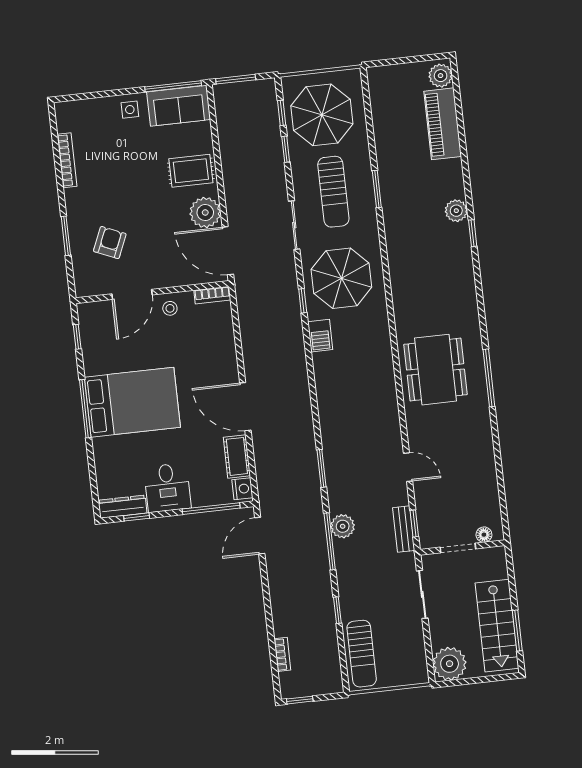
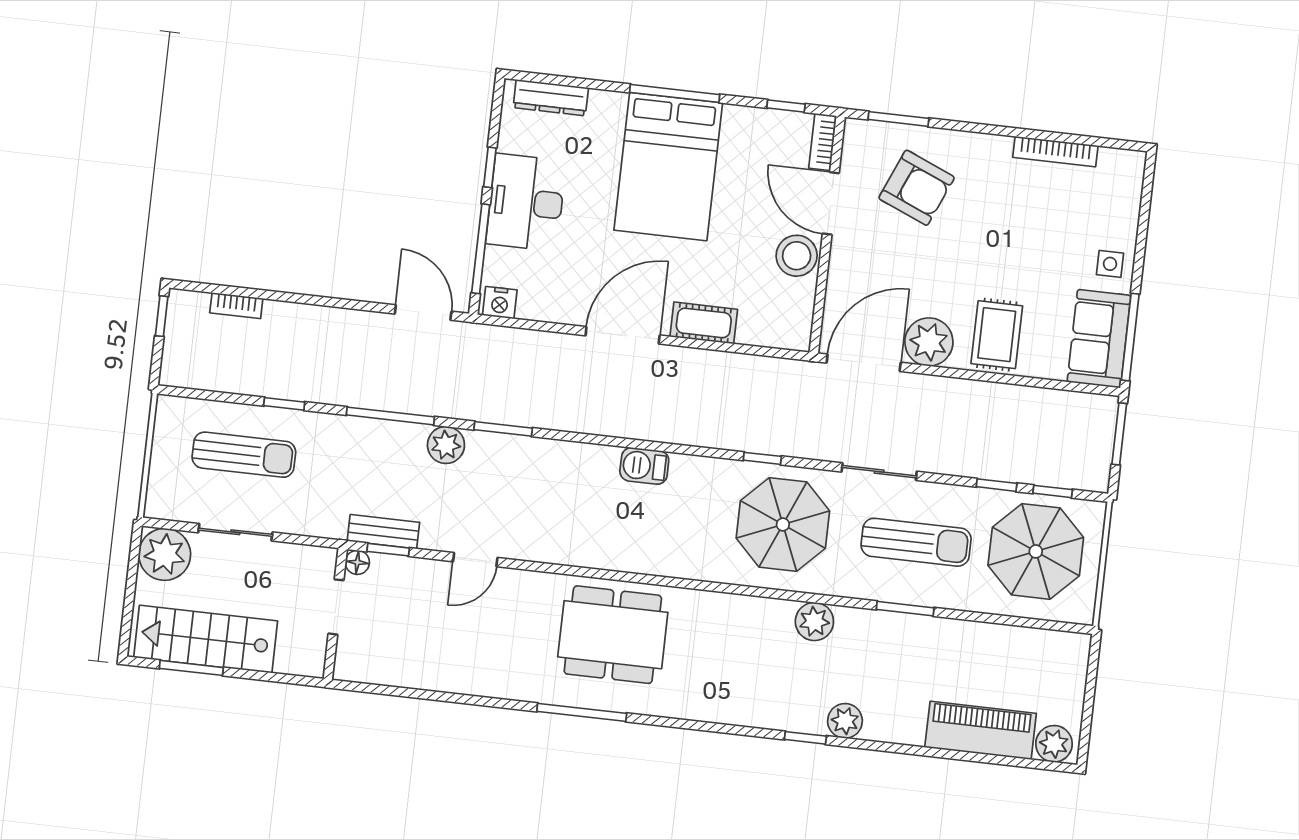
sun lounger: (333, 192) -> (916, 542), turned 180
window: (66, 236) -> (898, 119), moved
armchair: (110, 243) -> (917, 188), width x1.38, depth x1.38
plant: (398, 244) -> (814, 621), added
bookcase: (212, 295) -> (823, 142), moved
stool: (170, 308) -> (797, 256), width x1.89, depth x1.89
barbecue: (320, 336) -> (644, 466), moved
cot: (237, 456) -> (704, 323), moved
desk: (167, 488) -> (526, 202), width x1.37
dresser: (123, 507) -> (551, 98), moved, turned 90
window: (137, 517) -> (490, 167), moved
plant: (343, 526) -> (446, 445), moved
floor lamp: (484, 535) -> (357, 562), moved
sliding door: (422, 594) -> (235, 532), moved
sun lounger: (362, 654) -> (244, 455), moved, turned 180

